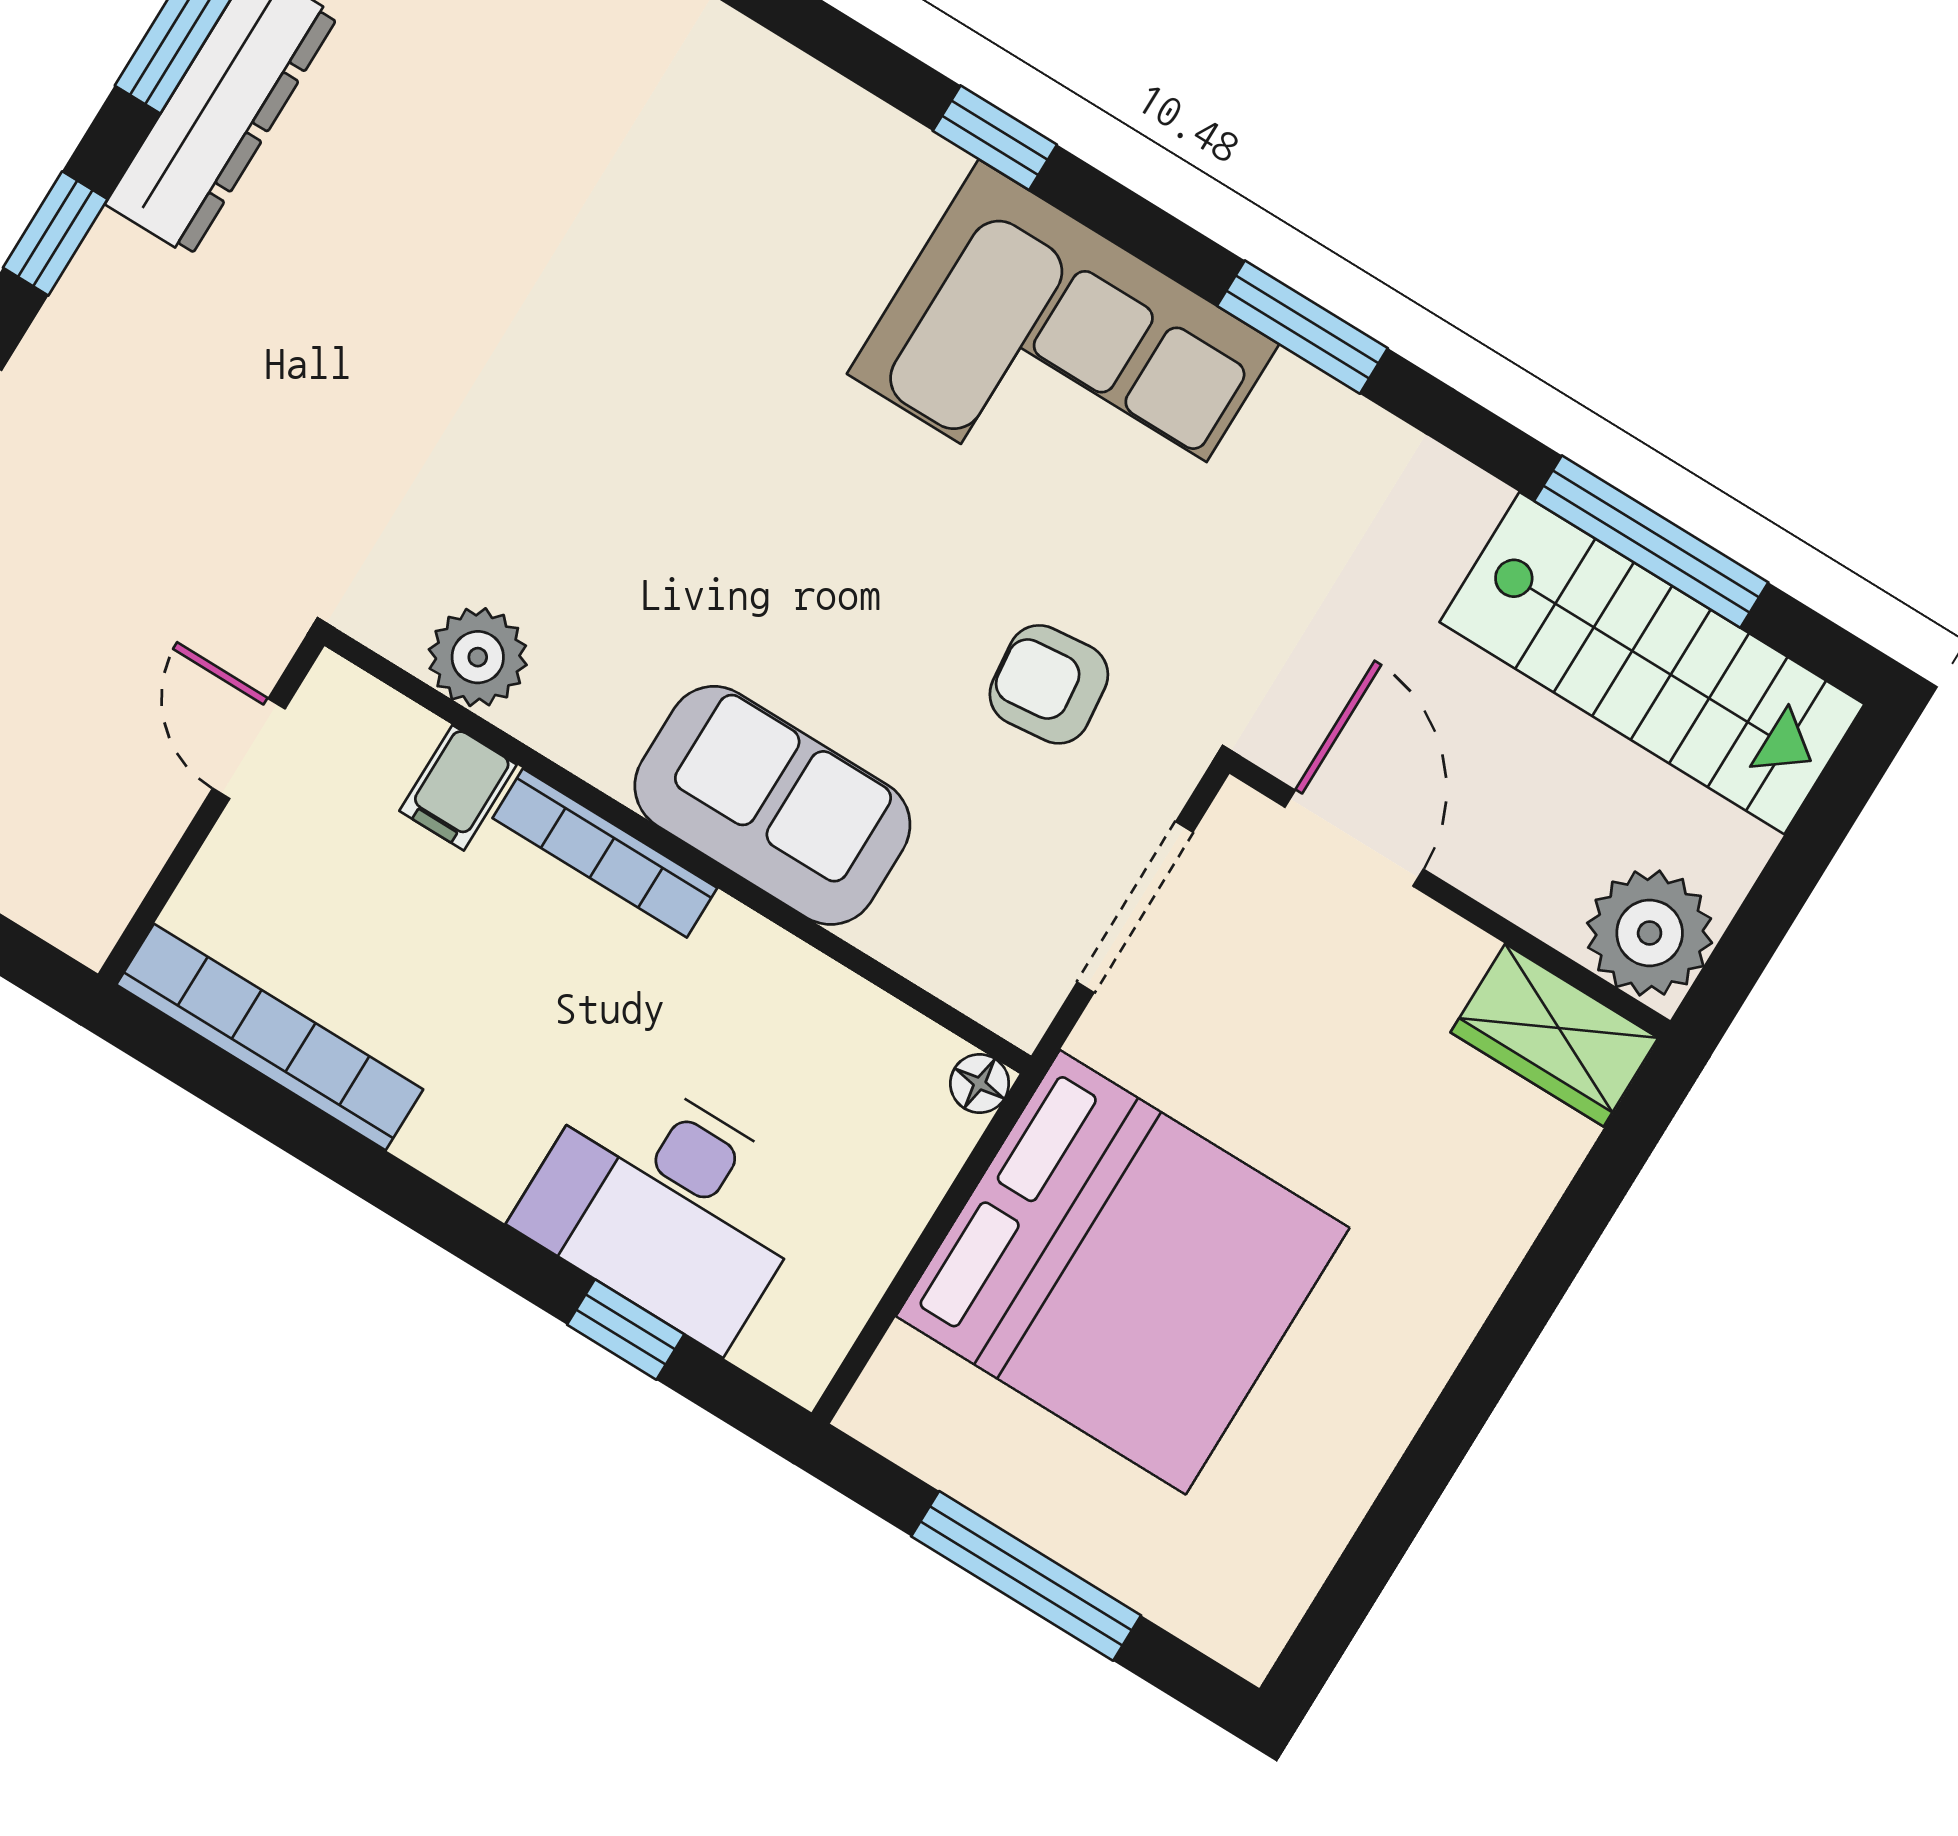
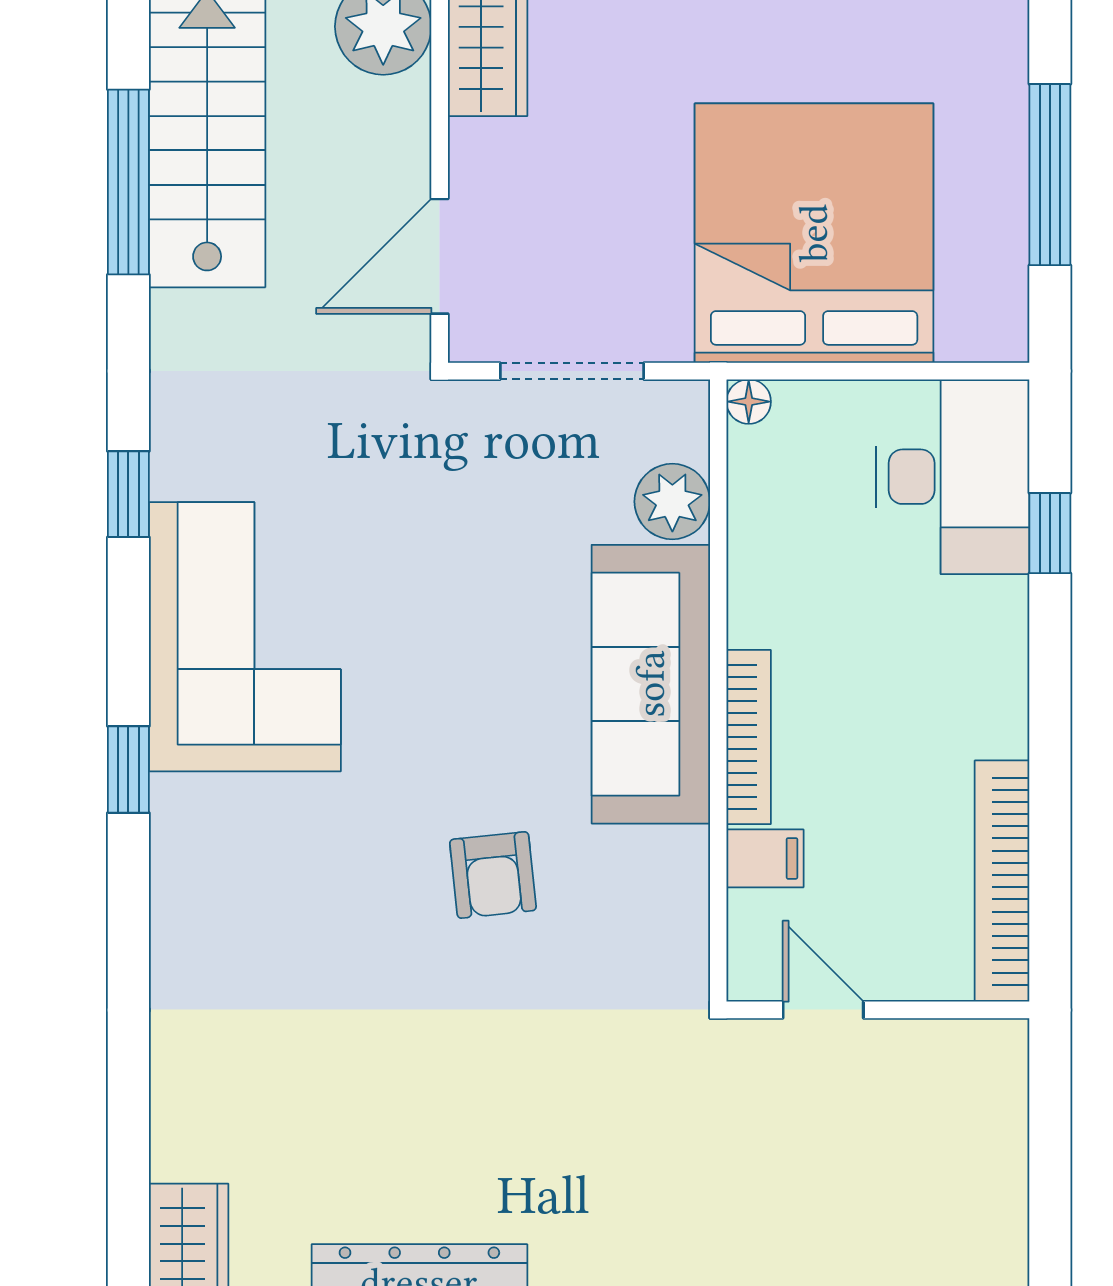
window: (1302, 327) -> (128, 494), width x0.67
plant: (478, 657) -> (672, 502), moved
armchair: (1049, 684) -> (493, 875), moved
door: (249, 749) -> (823, 1010), swing flipped
sofa: (772, 805) -> (651, 684), width x1.36
desk: (667, 1206) -> (953, 477), moved

